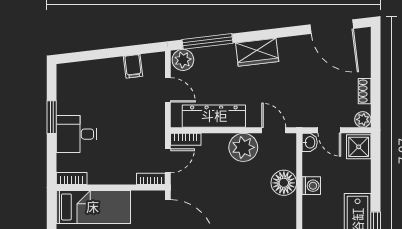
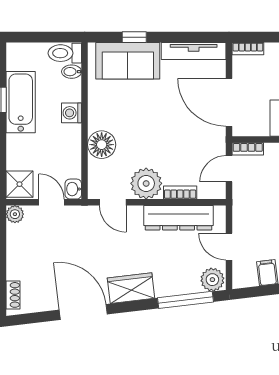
door: (332, 27) -> (83, 312), moved
shoe rack: (365, 91) -> (13, 295), moved
bookcase: (186, 139) -> (180, 193), moved
washing machine: (311, 186) -> (72, 113), moved

